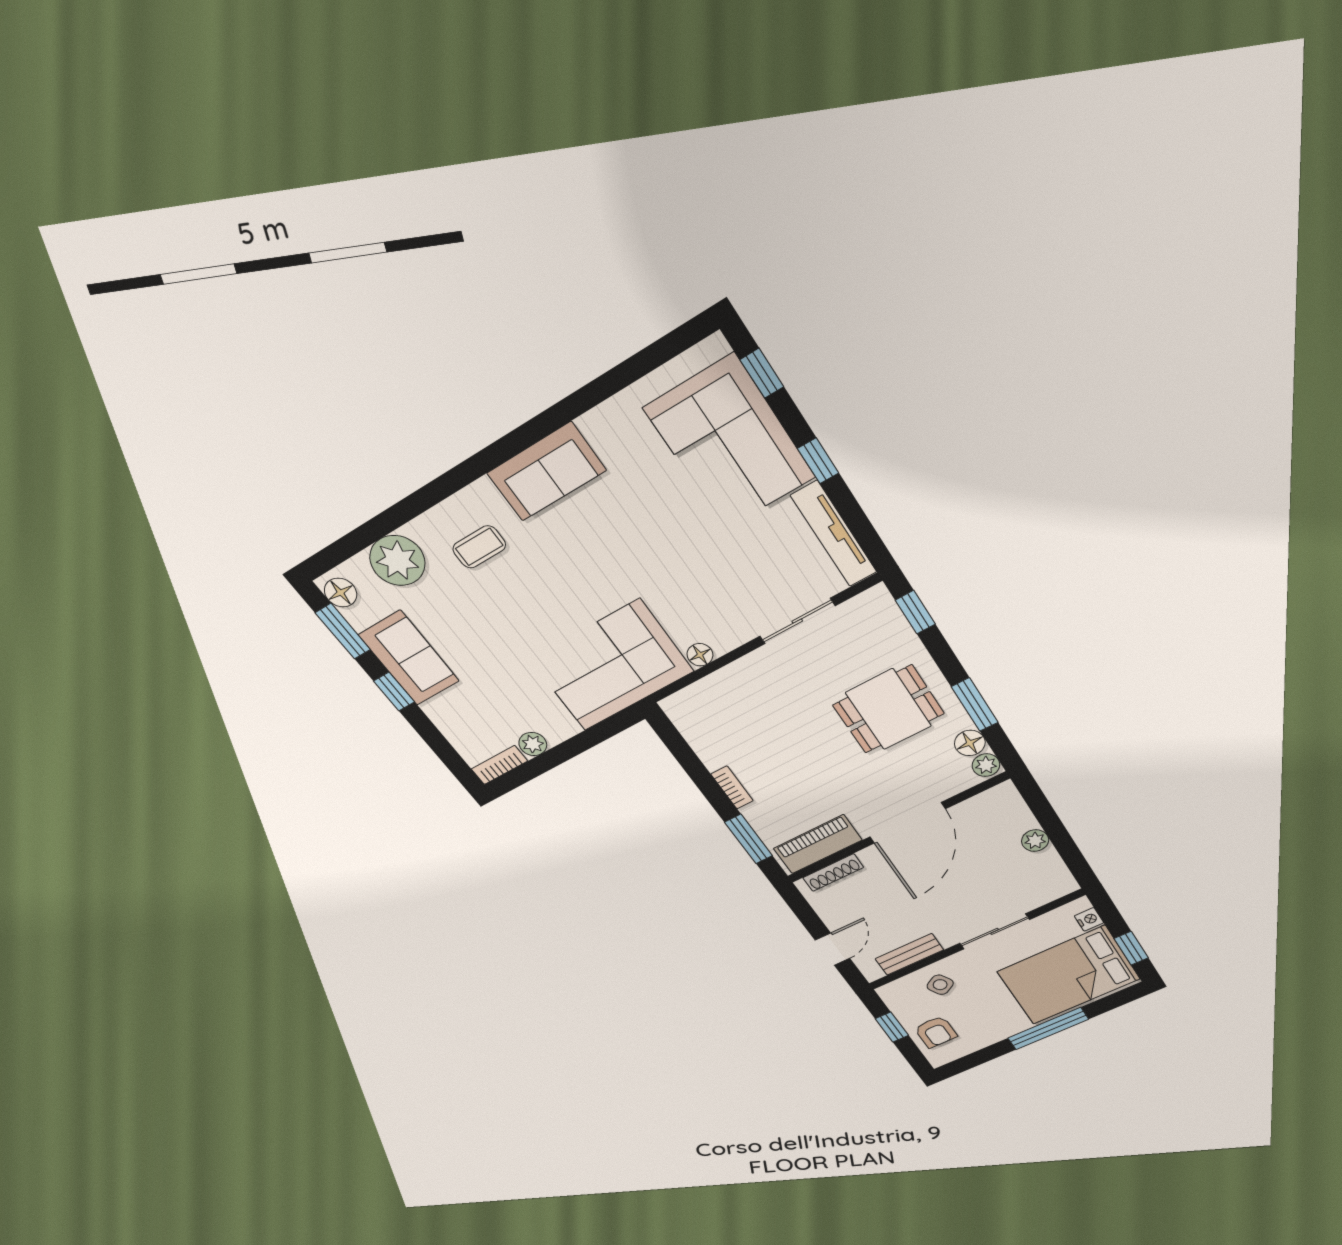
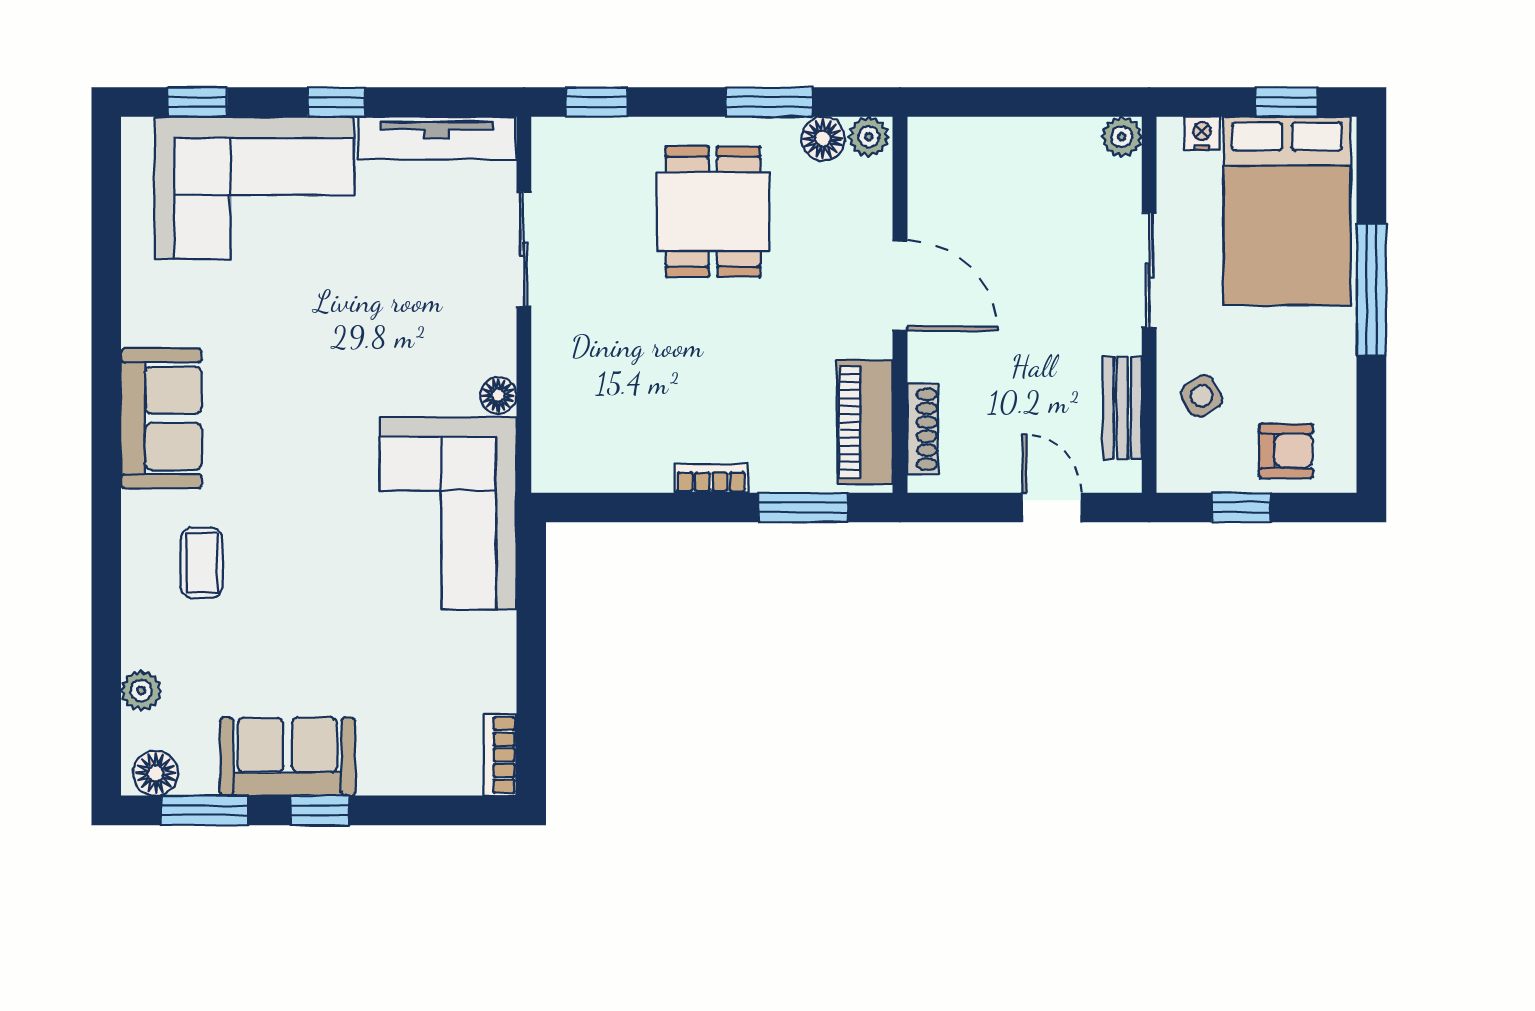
plant: (397, 561) -> (141, 691), width x0.53, depth x0.53
plant: (533, 744) -> (496, 690), removed
door: (907, 823) -> (900, 286), width x0.73
plant: (1035, 841) -> (1122, 137), moved

